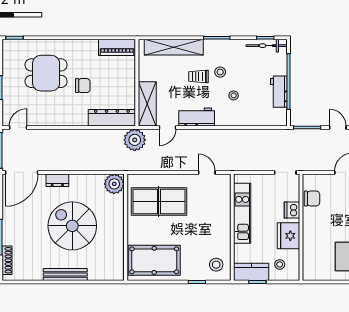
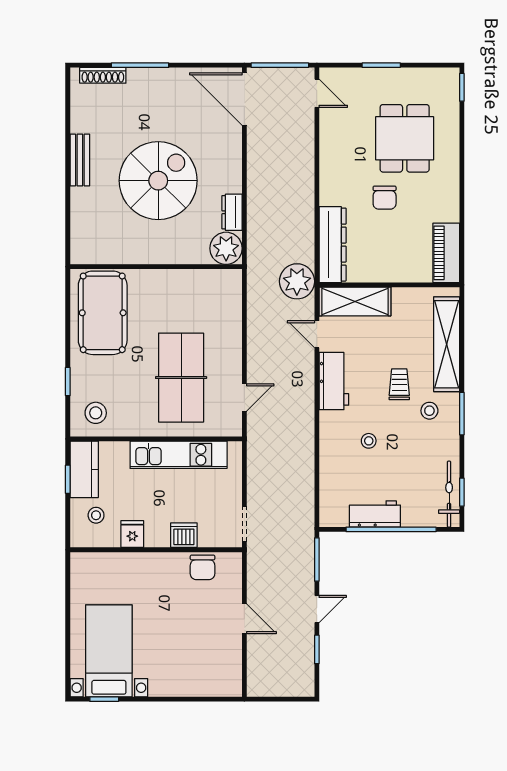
stool: (220, 72) -> (429, 411), moved
dresser: (57, 180) -> (232, 212), moved
table tennis table: (159, 202) -> (181, 378), moved
fridge: (288, 236) -> (132, 534), width x0.53, depth x0.75
bench: (65, 274) -> (80, 160), width x0.73

